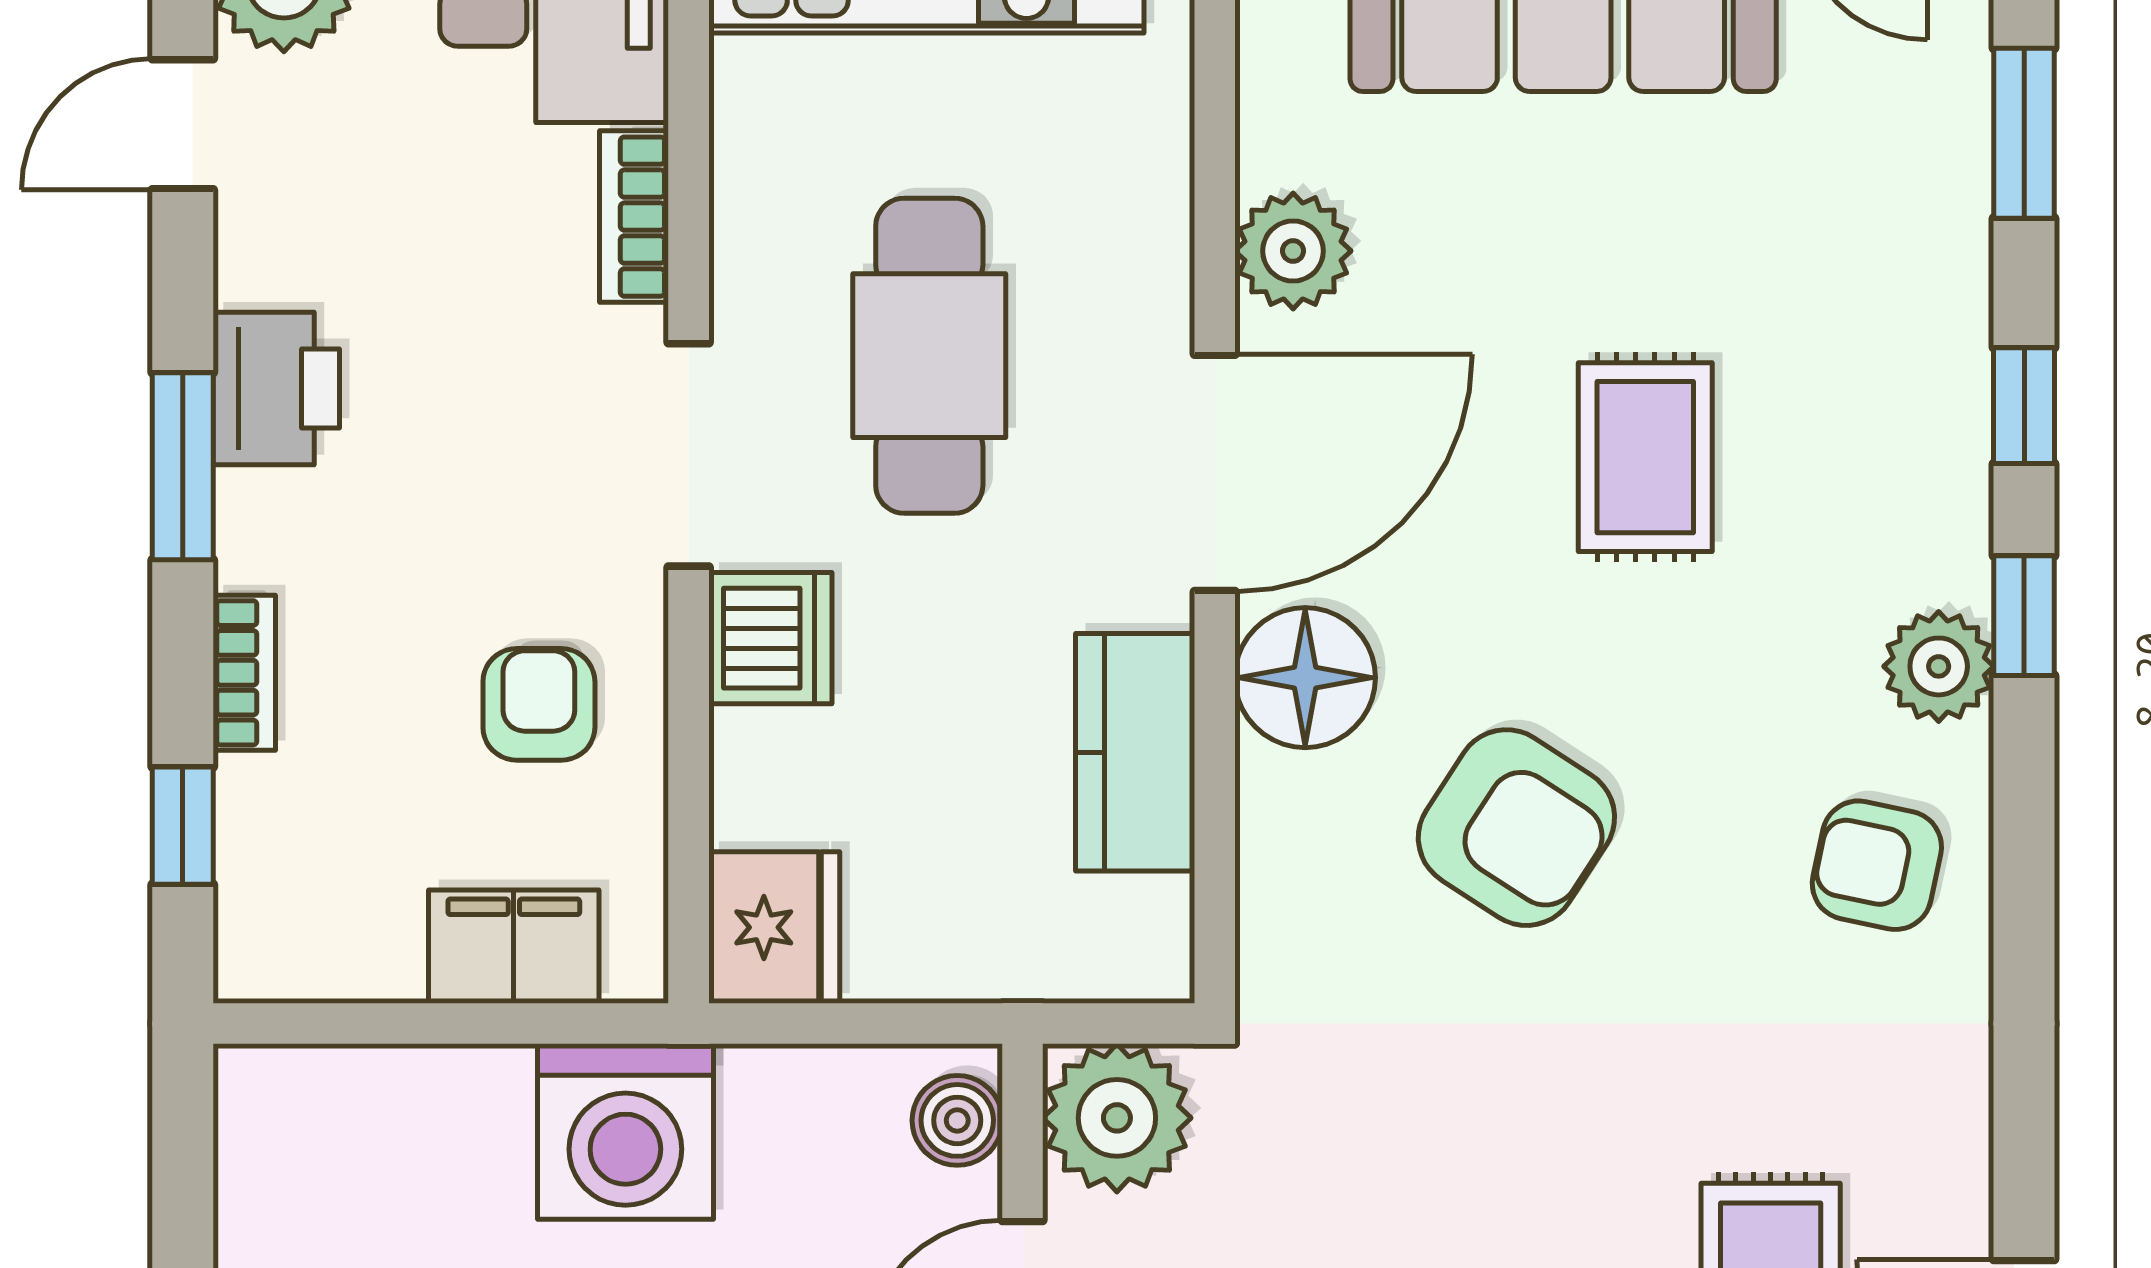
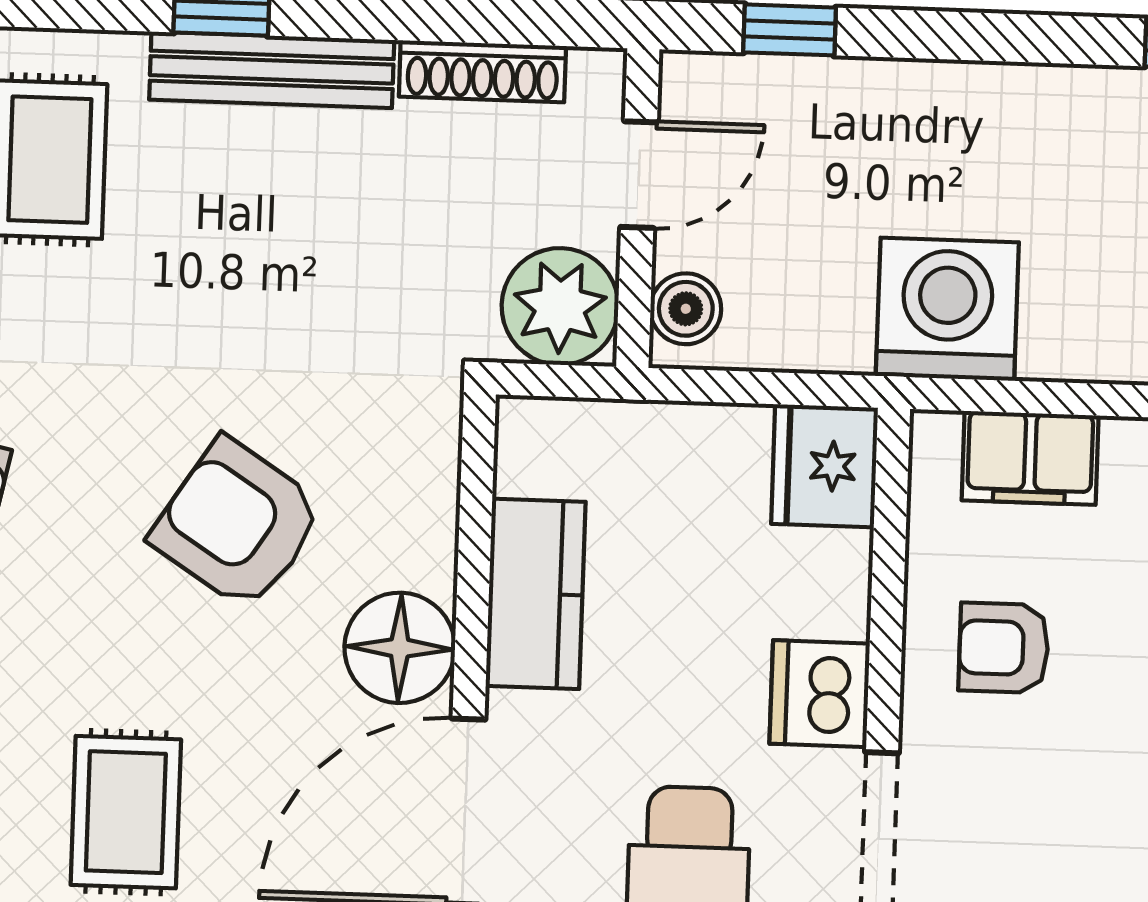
armchair: (539, 704) -> (1004, 648), turned 90

